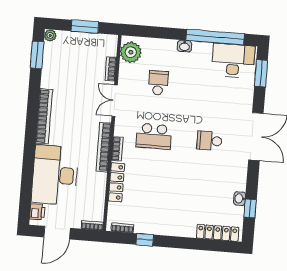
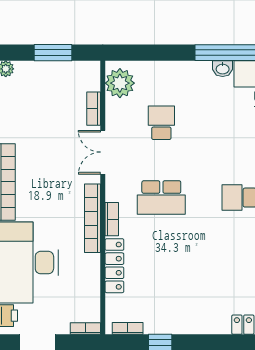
washbasin: (184, 46) -> (223, 69), moved

